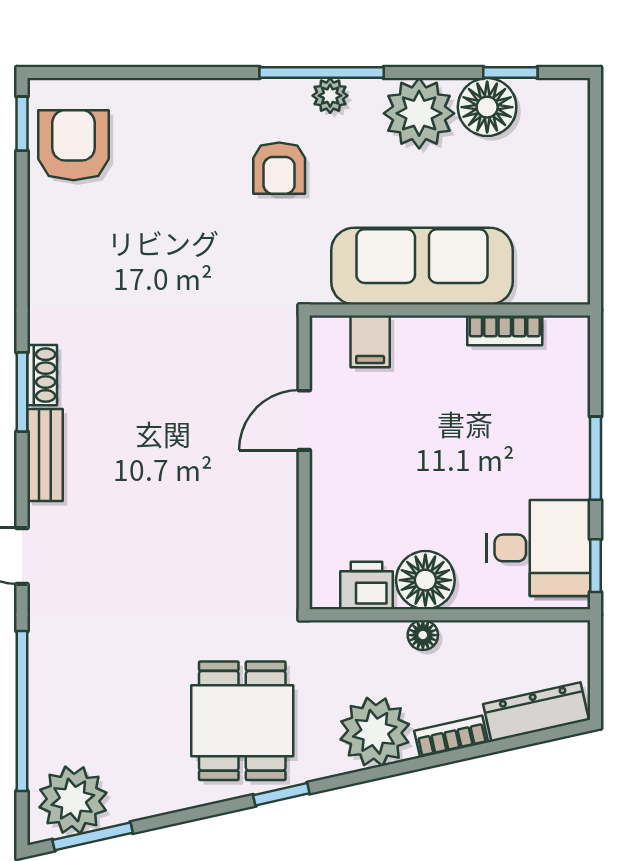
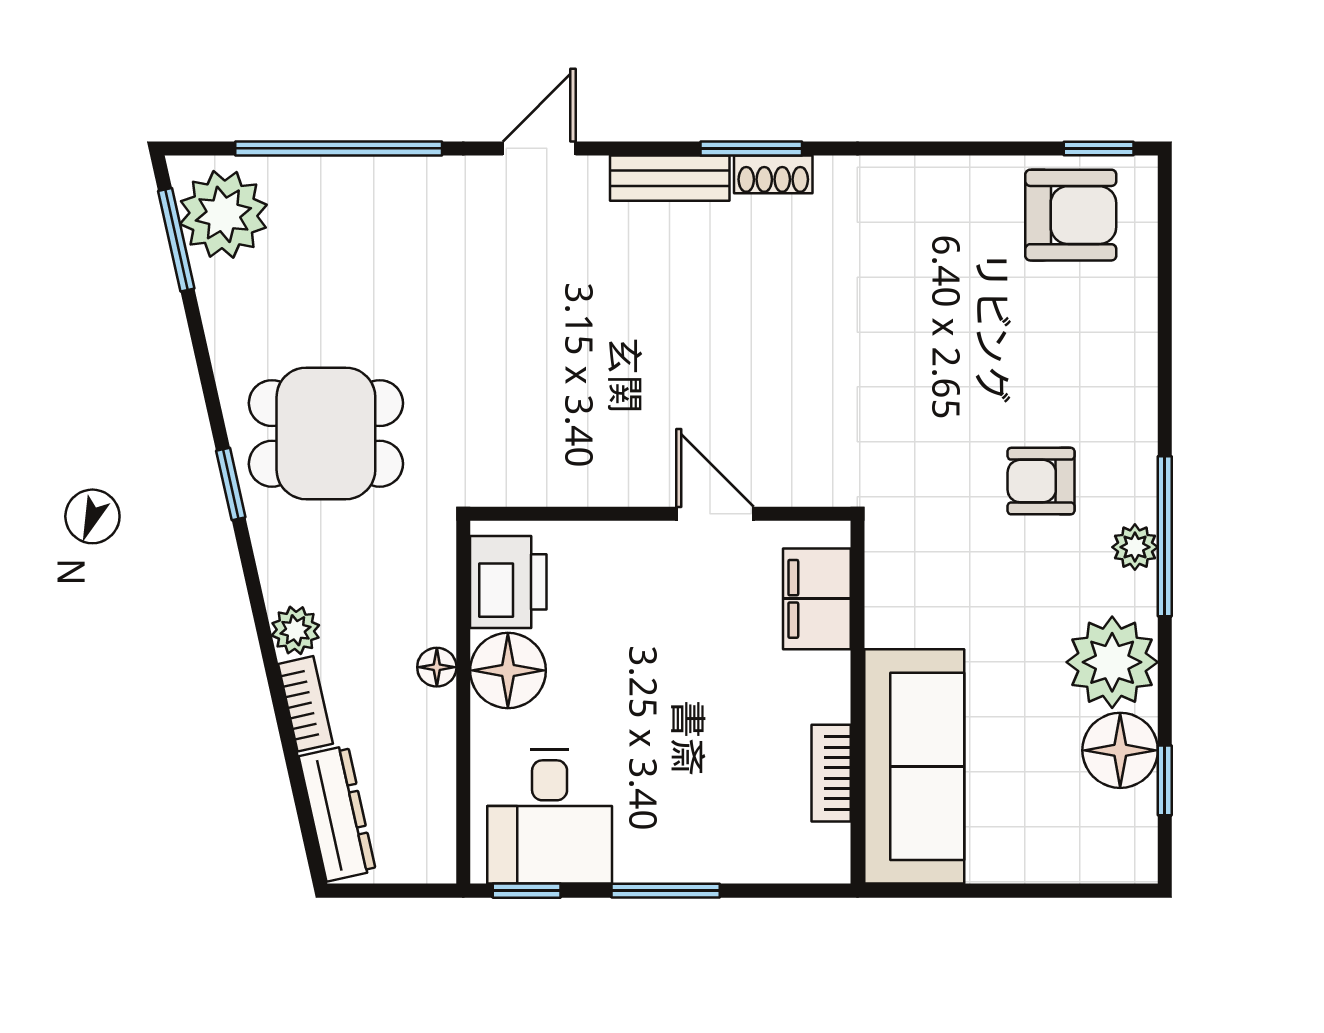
sofa: (422, 266) -> (914, 766), moved
filing cabinet: (370, 341) -> (817, 599), width x2.00
printer: (366, 585) -> (508, 582), width x1.36, depth x1.24
plant: (375, 732) -> (295, 630), width x0.53, depth x0.53

